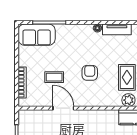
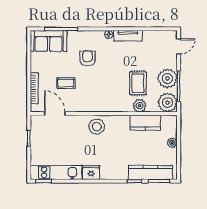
armchair: (90, 73) -> (87, 58), moved
door: (63, 108) -> (55, 114), moved
stool: (85, 121) -> (97, 127), added

